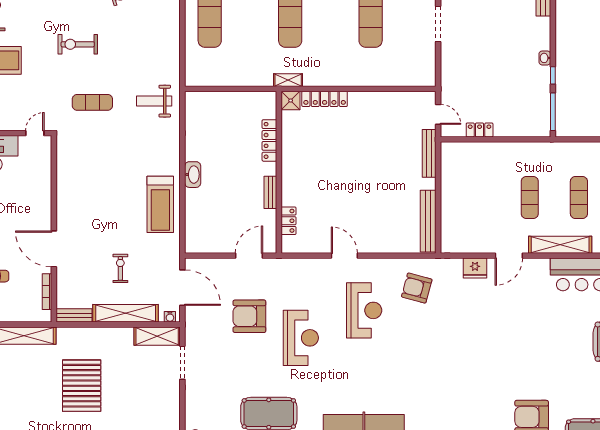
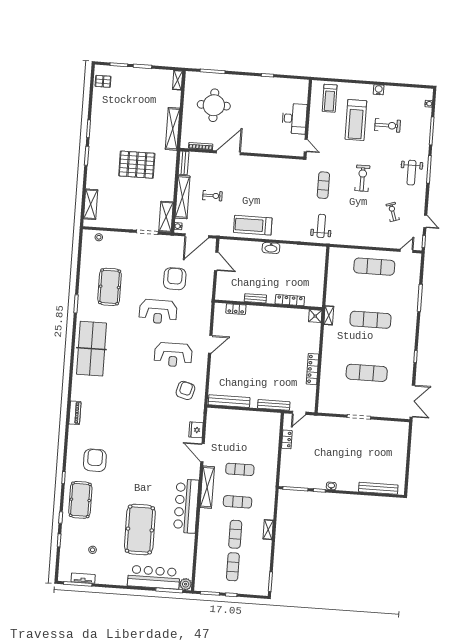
locker: (325, 99) -> (313, 369), moved
door: (249, 256) -> (216, 261), moved

